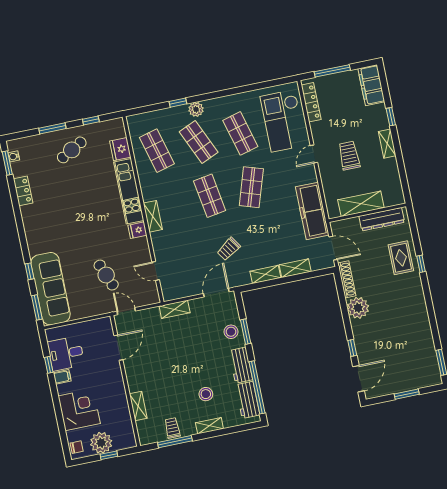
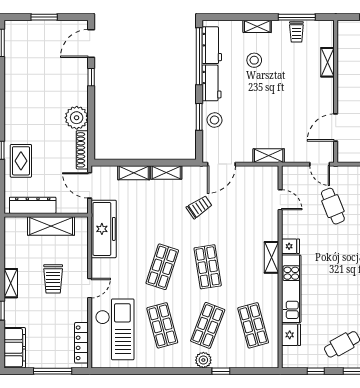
shop shelf: (199, 142) -> (208, 325), turned 45

